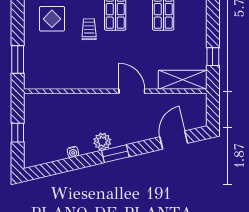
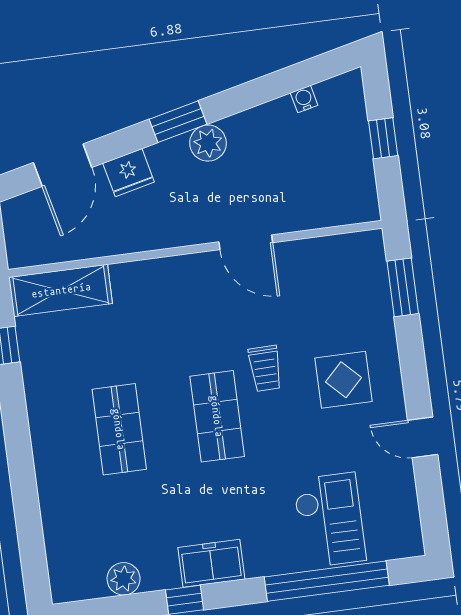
door: (132, 91) -> (246, 242), moved
fridge: (142, 132) -> (129, 173), added
water cooler: (73, 152) -> (304, 99), moved

